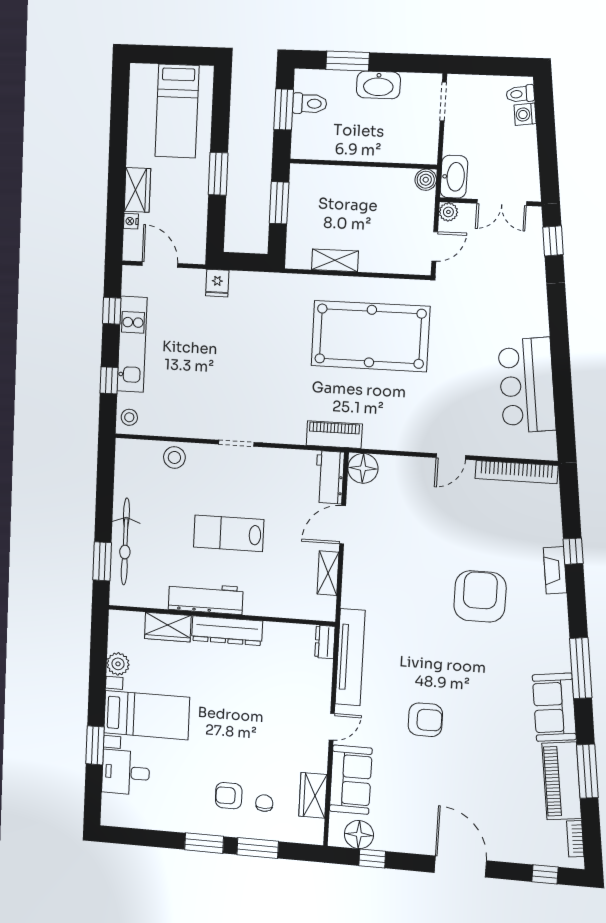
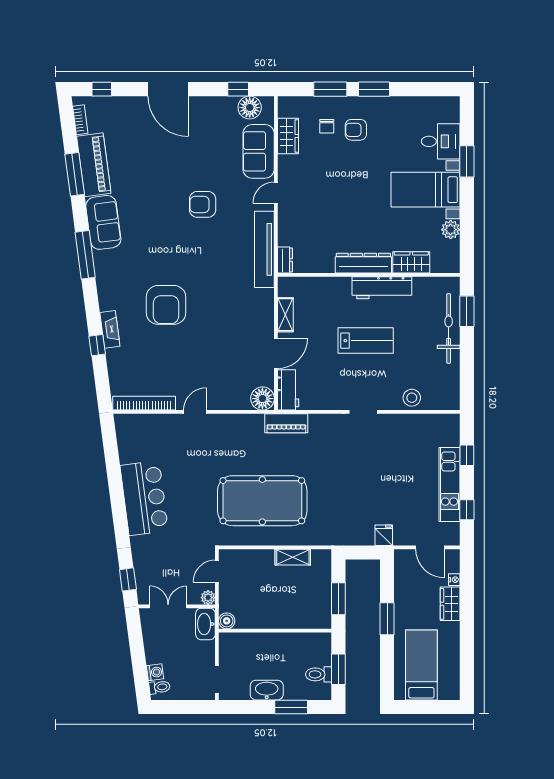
bar counter: (527, 385) -> (144, 498), moved
stool: (129, 417) -> (449, 427), removed
armchair: (229, 796) -> (356, 130), turned 180

